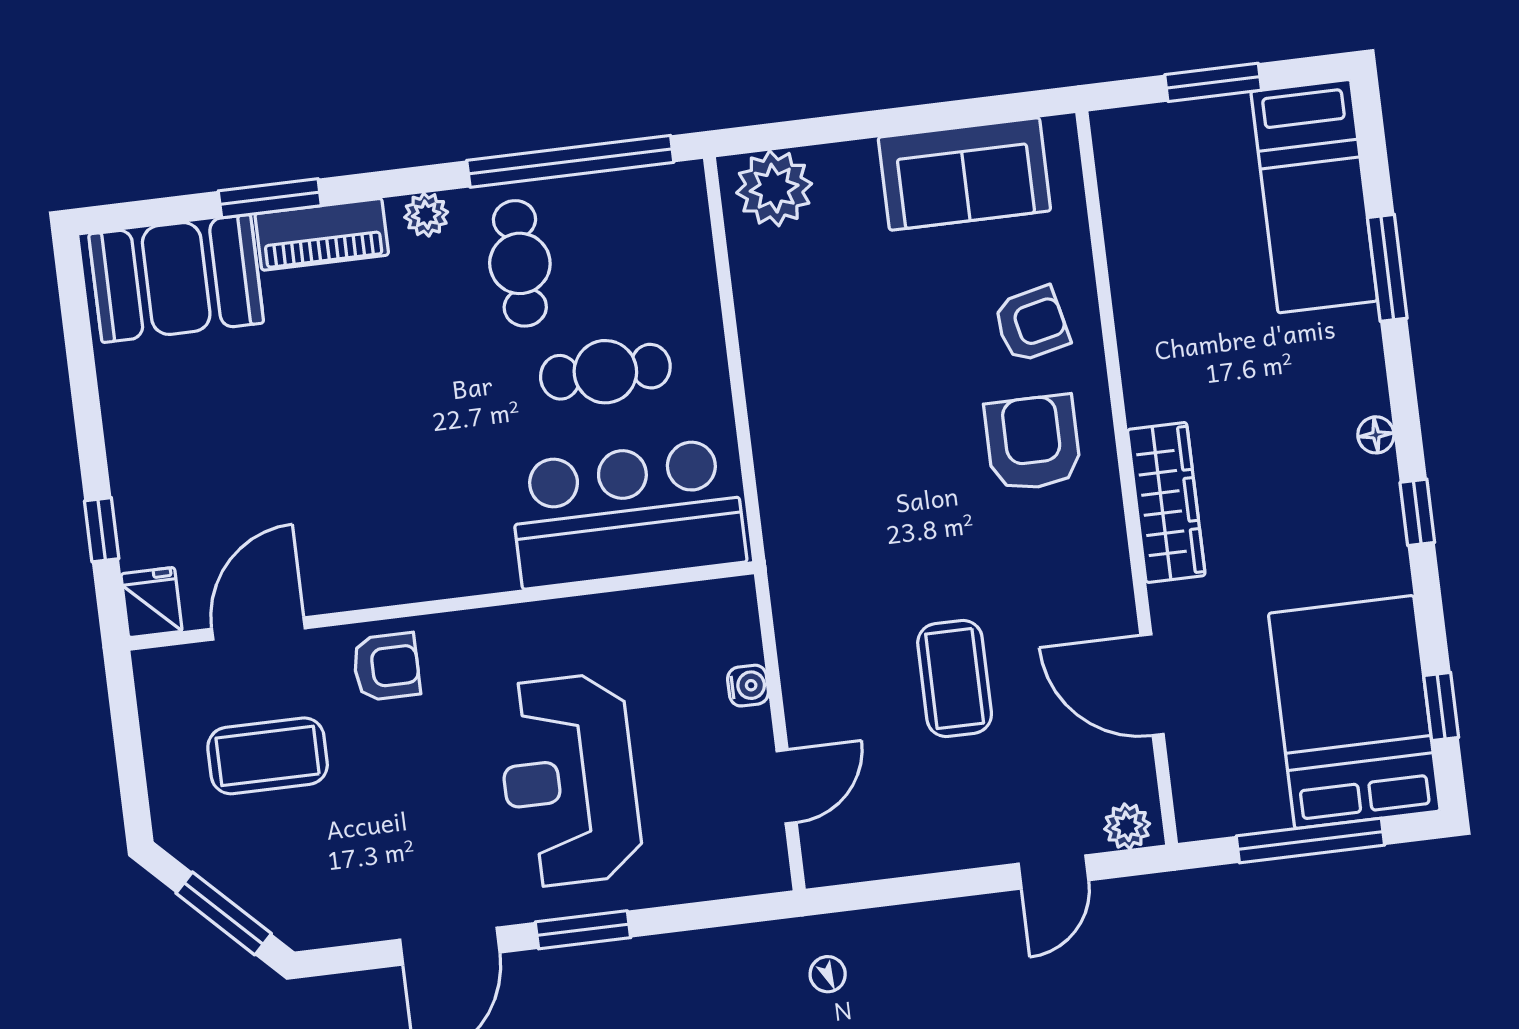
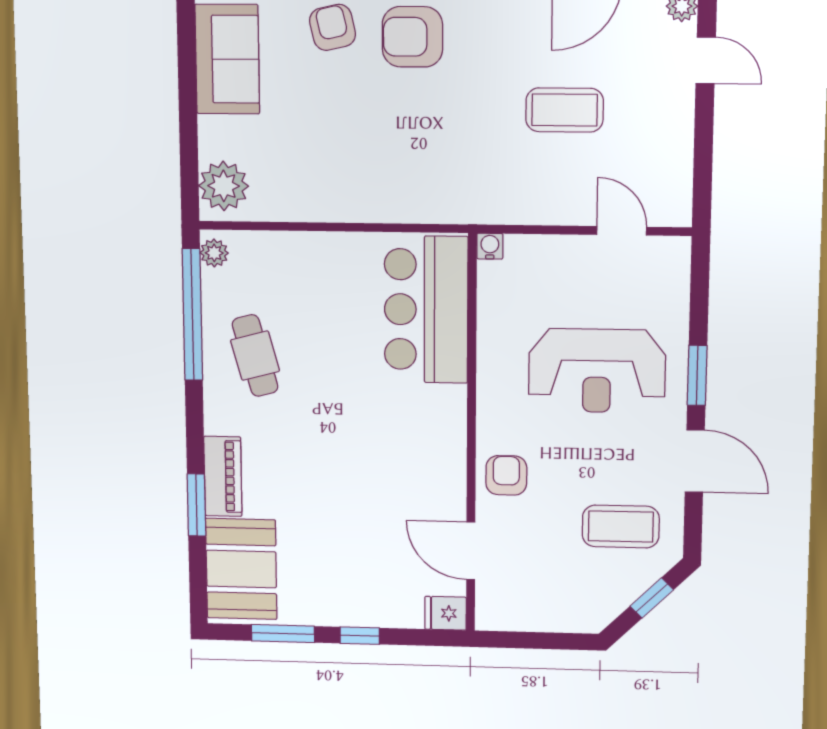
plant: (426, 215) -> (214, 253), moved
cafe table: (520, 263) -> (255, 356), turned 75
window: (80, 355) -> (283, 634), added
cafe table: (605, 372) -> (332, 311), removed
window: (102, 530) -> (360, 636), moved
water cooler: (748, 686) -> (490, 246), moved
coffee table: (268, 756) -> (621, 527), moved, turned 90
window: (224, 913) -> (652, 598), width x0.67

